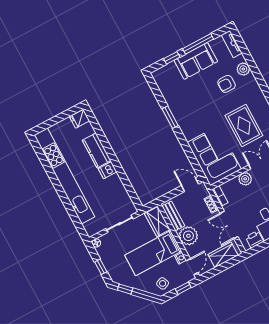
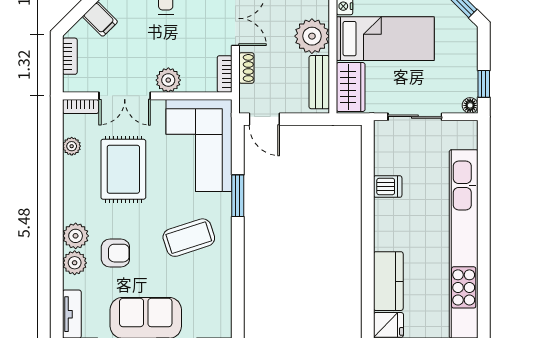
plant: (250, 82) -> (76, 236), added
coffee table: (196, 110) -> (189, 238), added
window: (170, 117) -> (238, 196), moved
kitchen counter: (97, 150) -> (388, 281), moved
dishwasher: (107, 170) -> (388, 187), moved
window: (101, 267) -> (484, 84), moved

